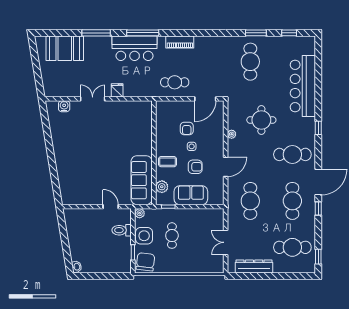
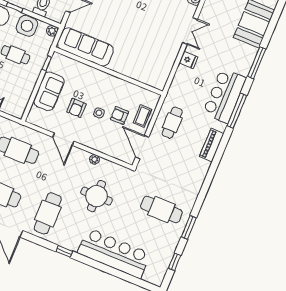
coffee table: (168, 162) -> (142, 116), moved
plant: (162, 187) -> (70, 65), removed

